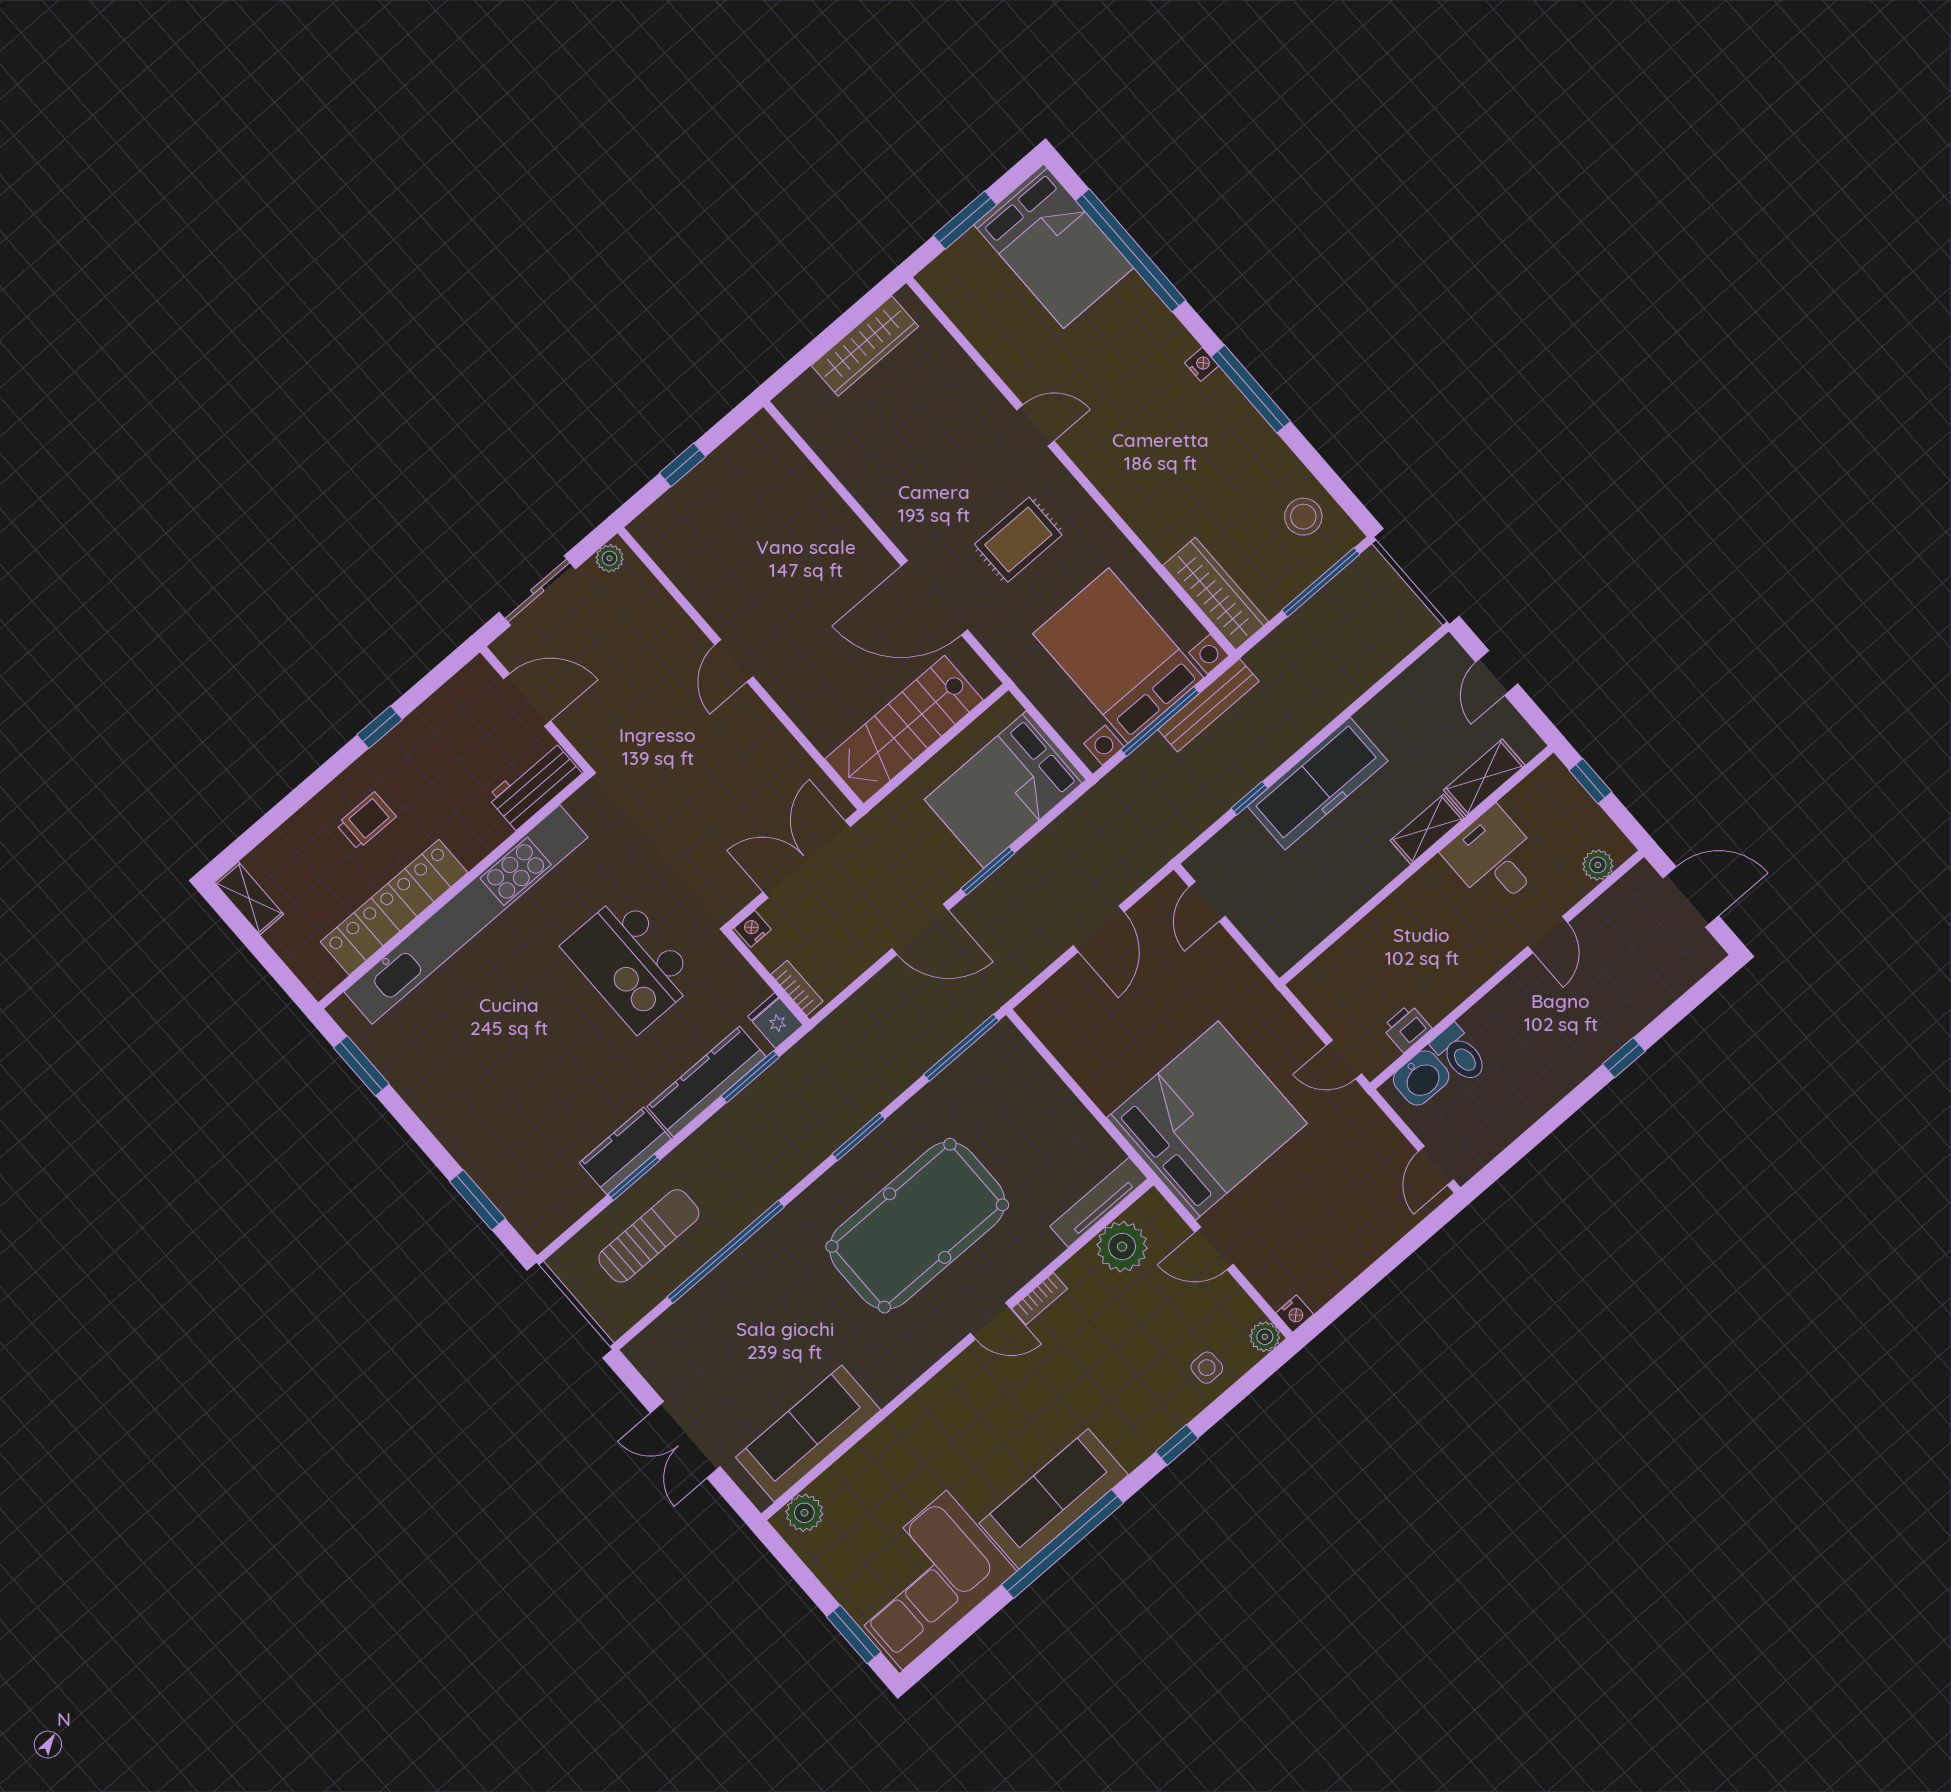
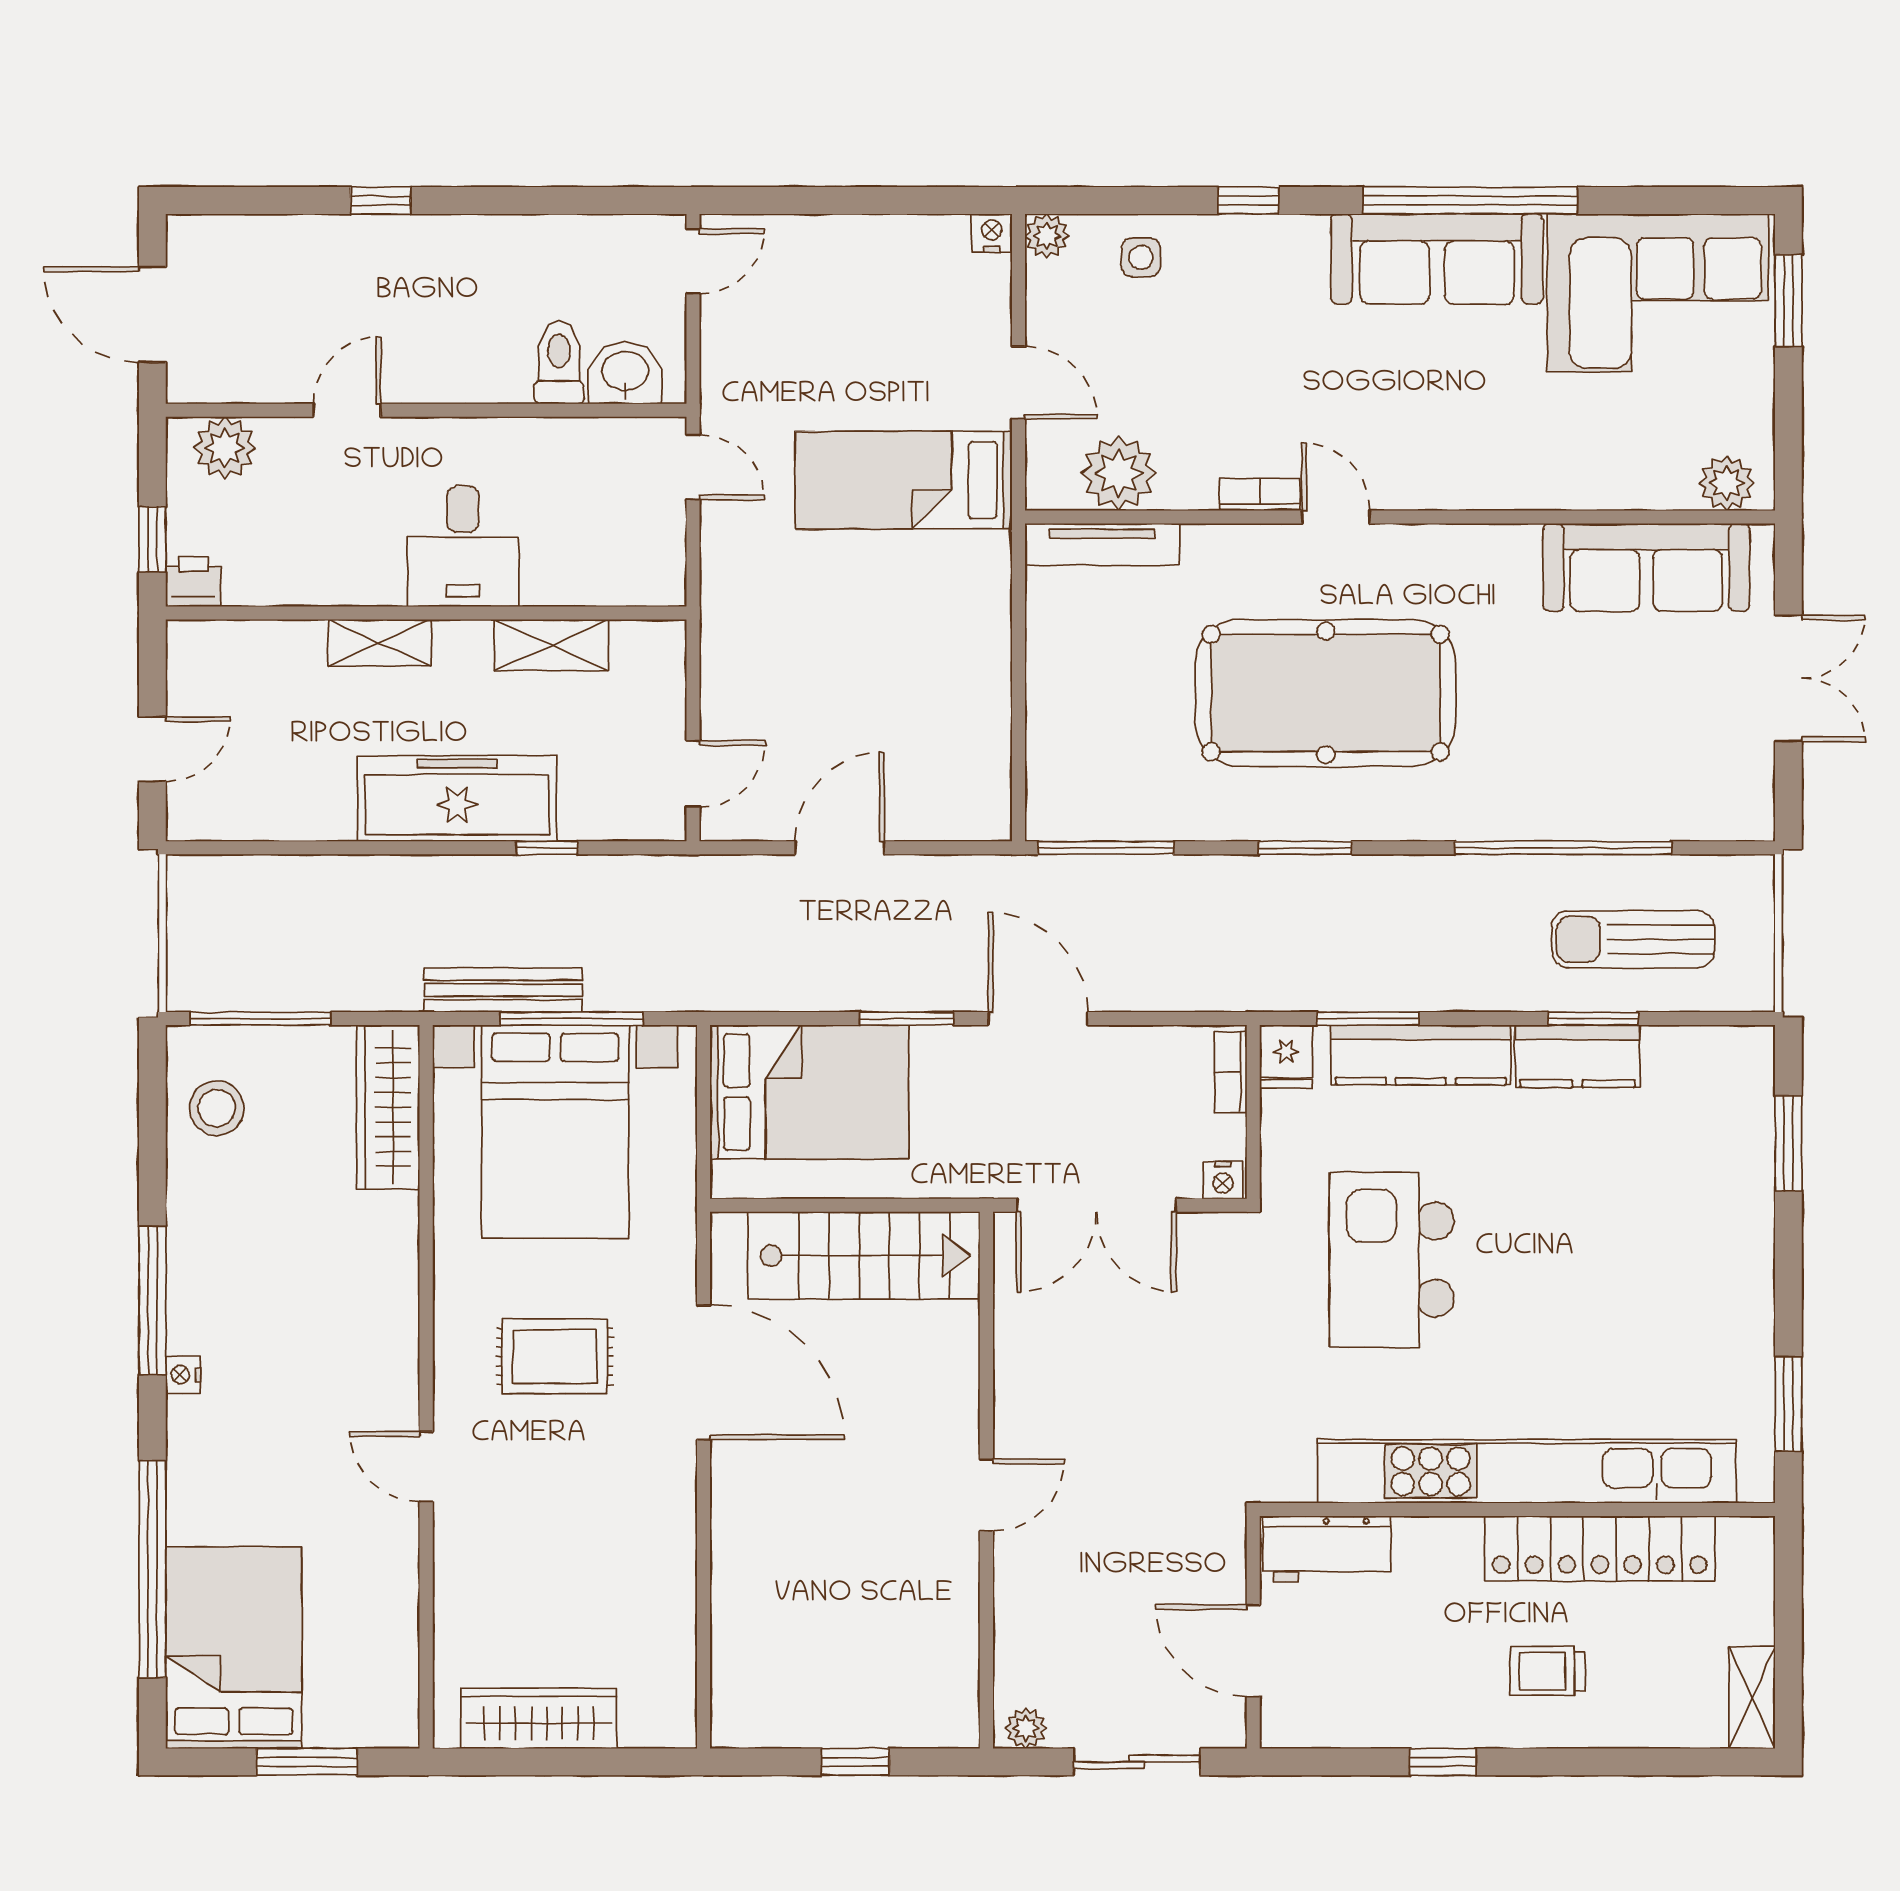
shelving: (1484, 778) -> (551, 645), moved
desk: (1494, 858) -> (463, 547), moved
plant: (1598, 865) -> (225, 448), width x1.38, depth x1.38
kitchen island: (630, 963) -> (1392, 1260), turned 180
printer: (1407, 1028) -> (193, 582), moved, turned 180
bed: (1207, 1121) -> (904, 480), width x0.49

